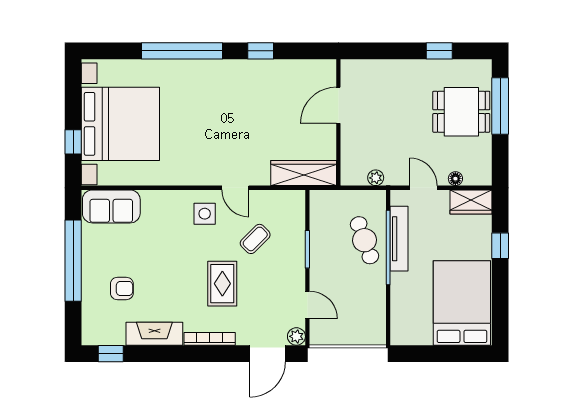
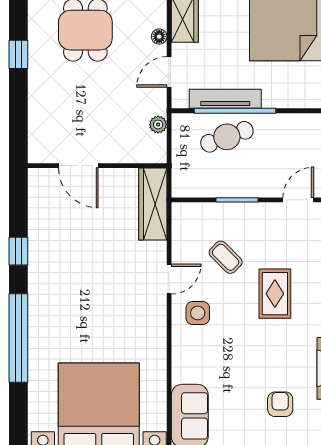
rug: (222, 284) -> (275, 294), turned 90

